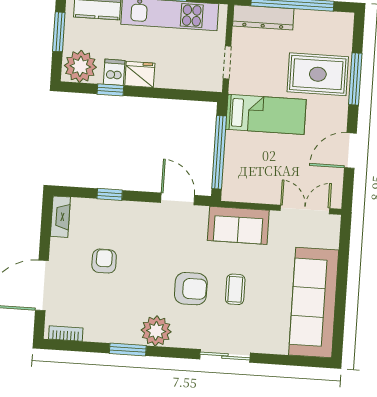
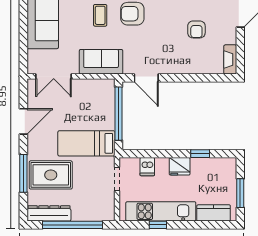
dresser: (263, 17) -> (49, 213), moved
plant: (80, 66) -> (223, 169), removed
dishwasher: (114, 72) -> (147, 167), moved
window: (110, 194) -> (196, 78), removed

